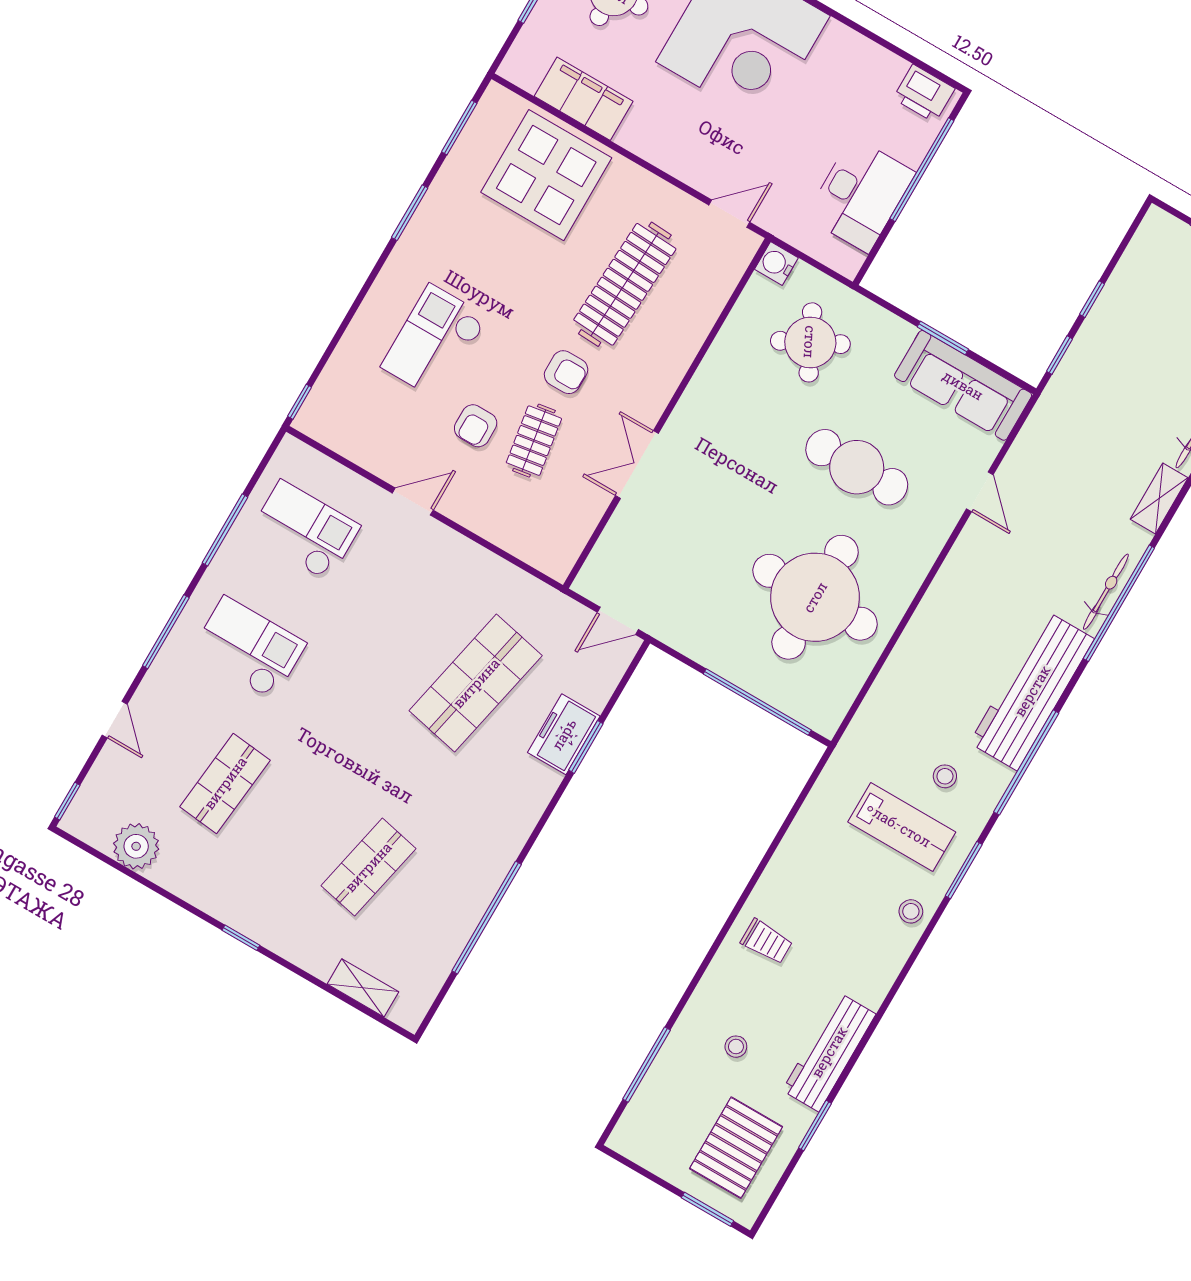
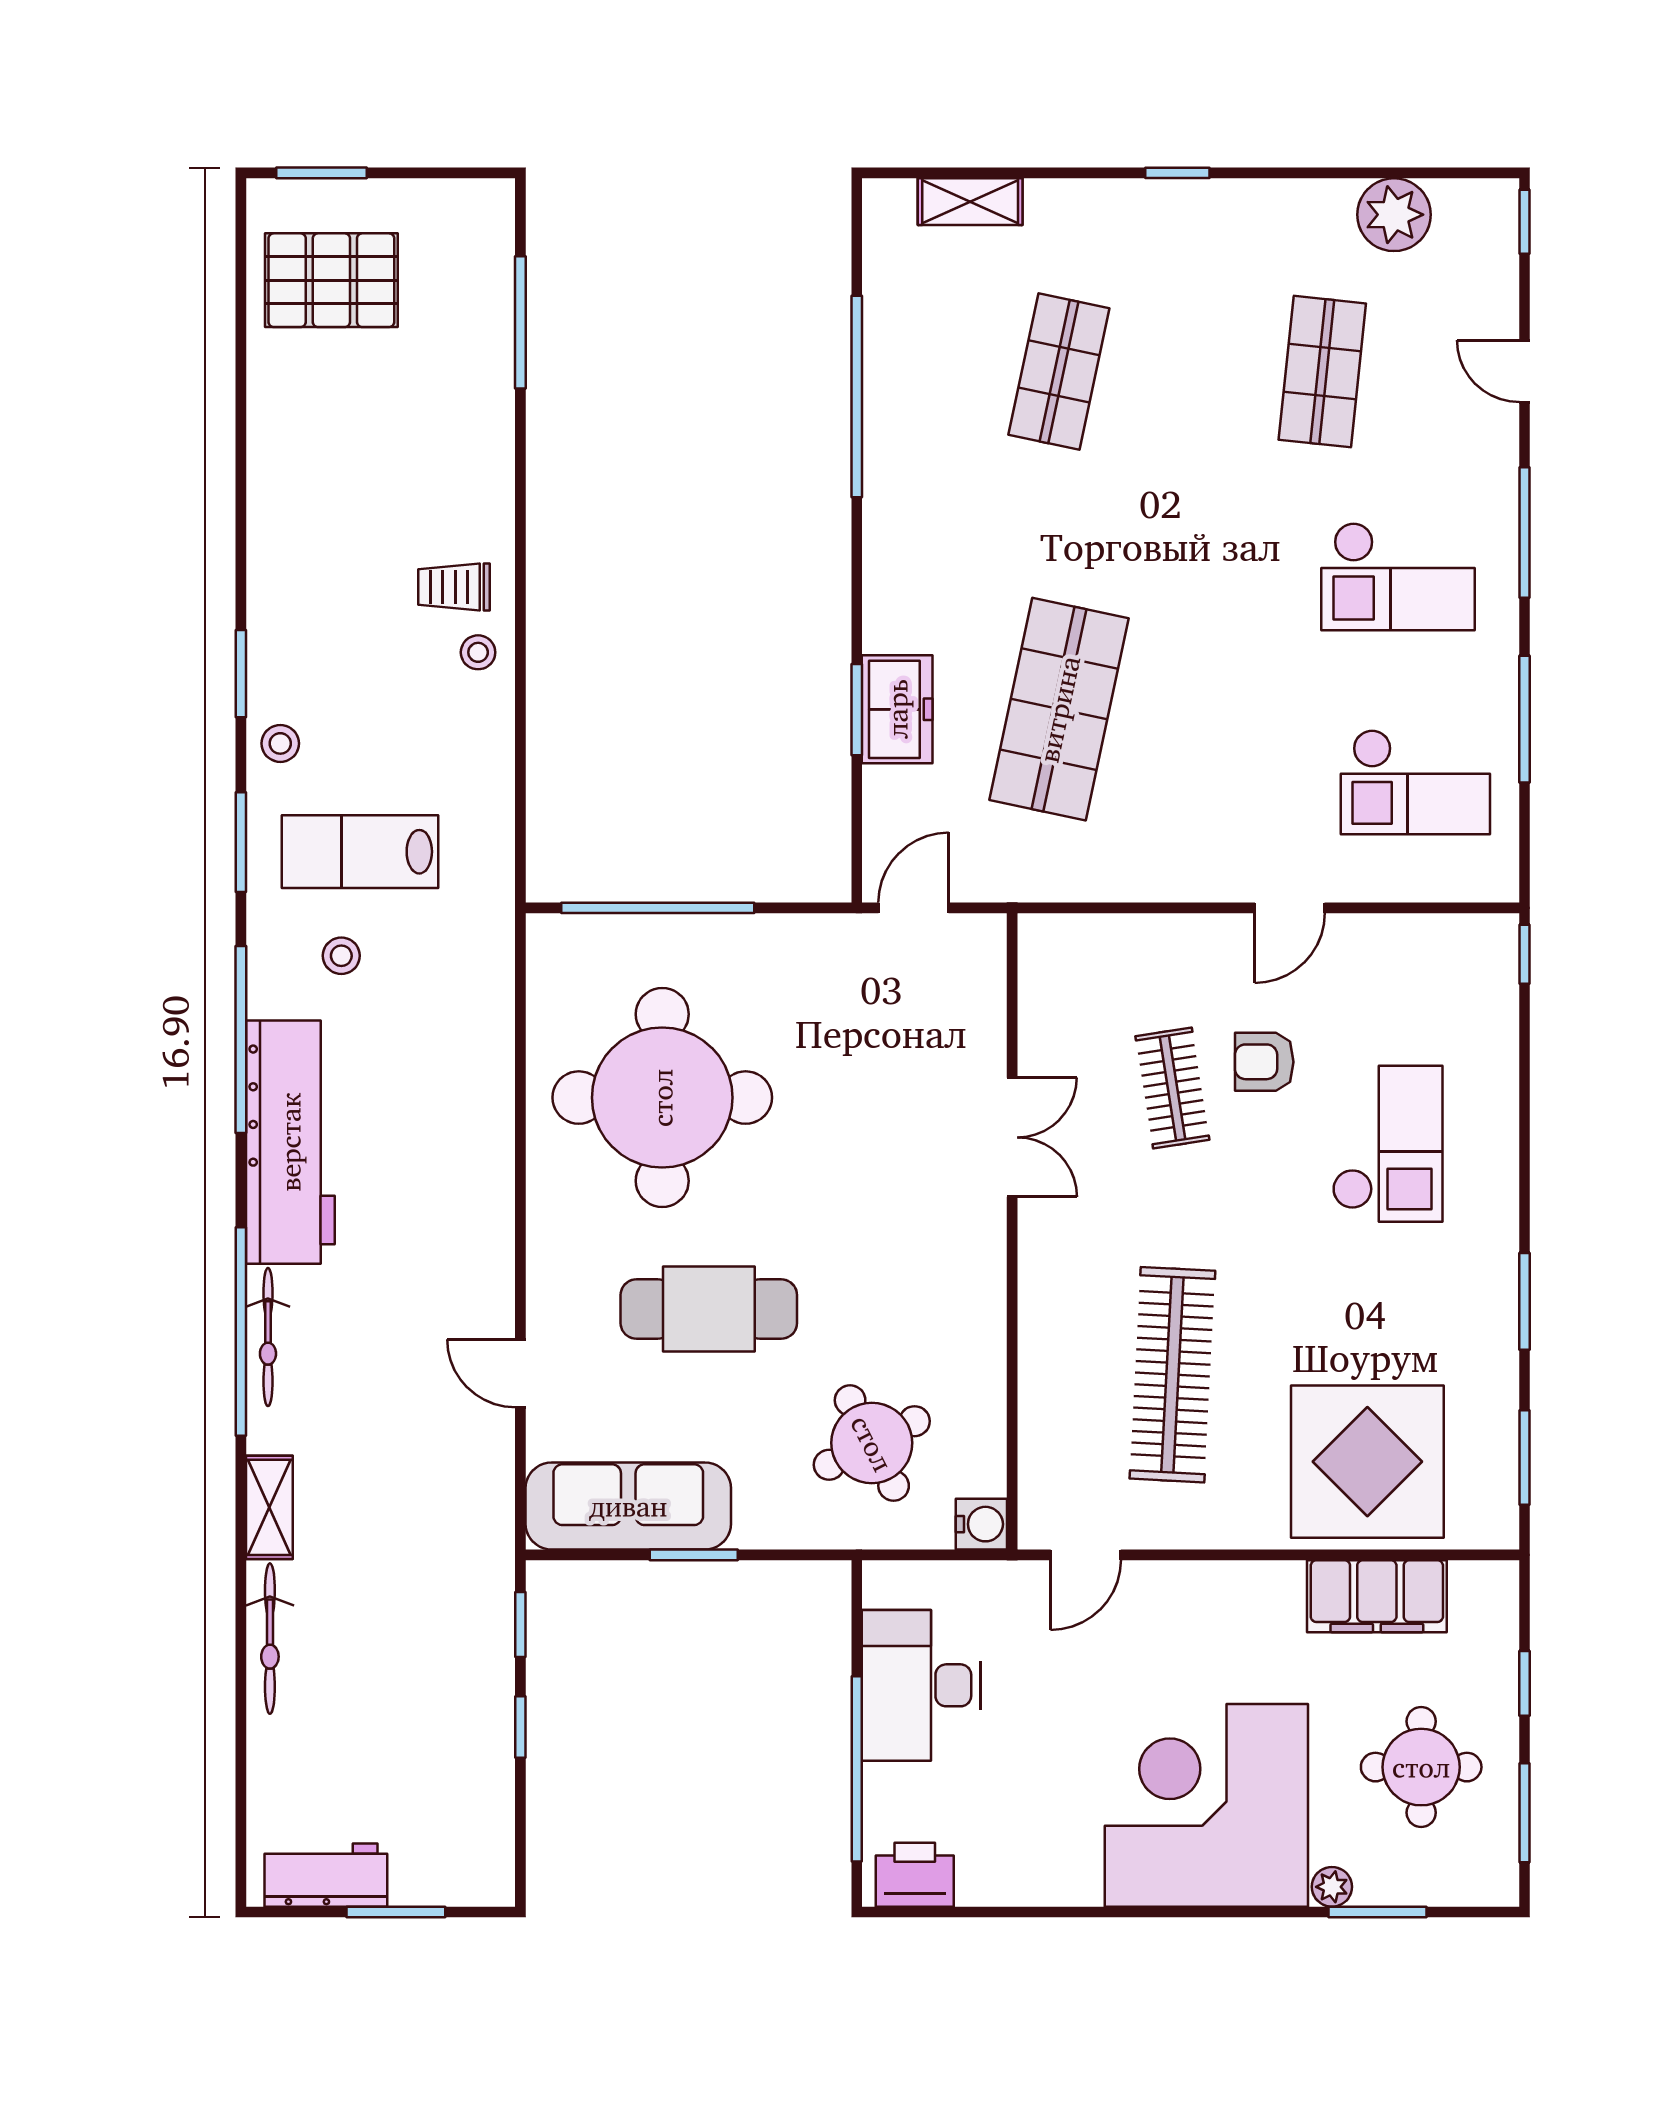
armchair: (566, 372) -> (1183, 1207), removed
armchair: (476, 426) -> (1264, 1062), turned -90
stool: (736, 1047) -> (478, 652), moved
workbench: (829, 1052) -> (280, 485), removed
window: (815, 1126) -> (241, 674), moved
pallet: (736, 1148) -> (331, 280), turned 90

